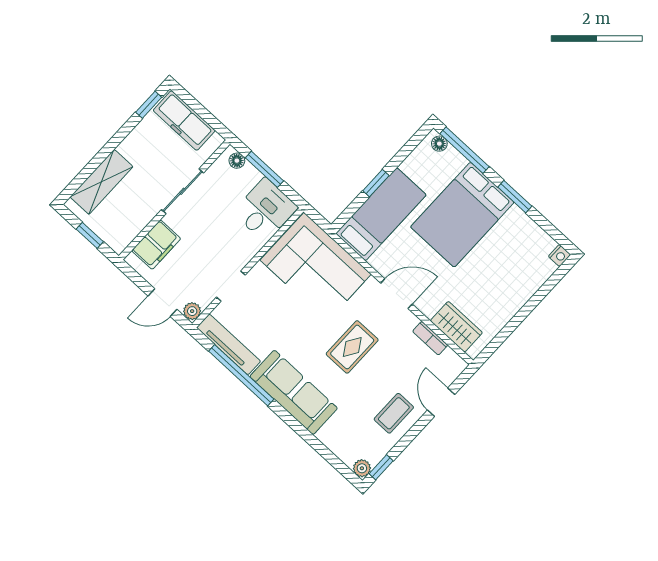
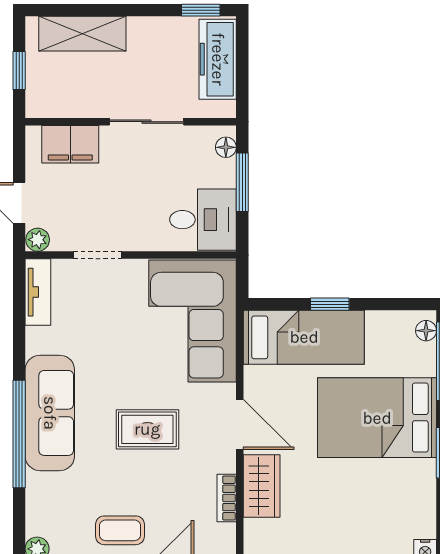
wardrobe: (456, 327) -> (262, 486), moved
tv unit: (229, 344) -> (38, 292), width x0.71
window: (241, 375) -> (19, 434), moved

